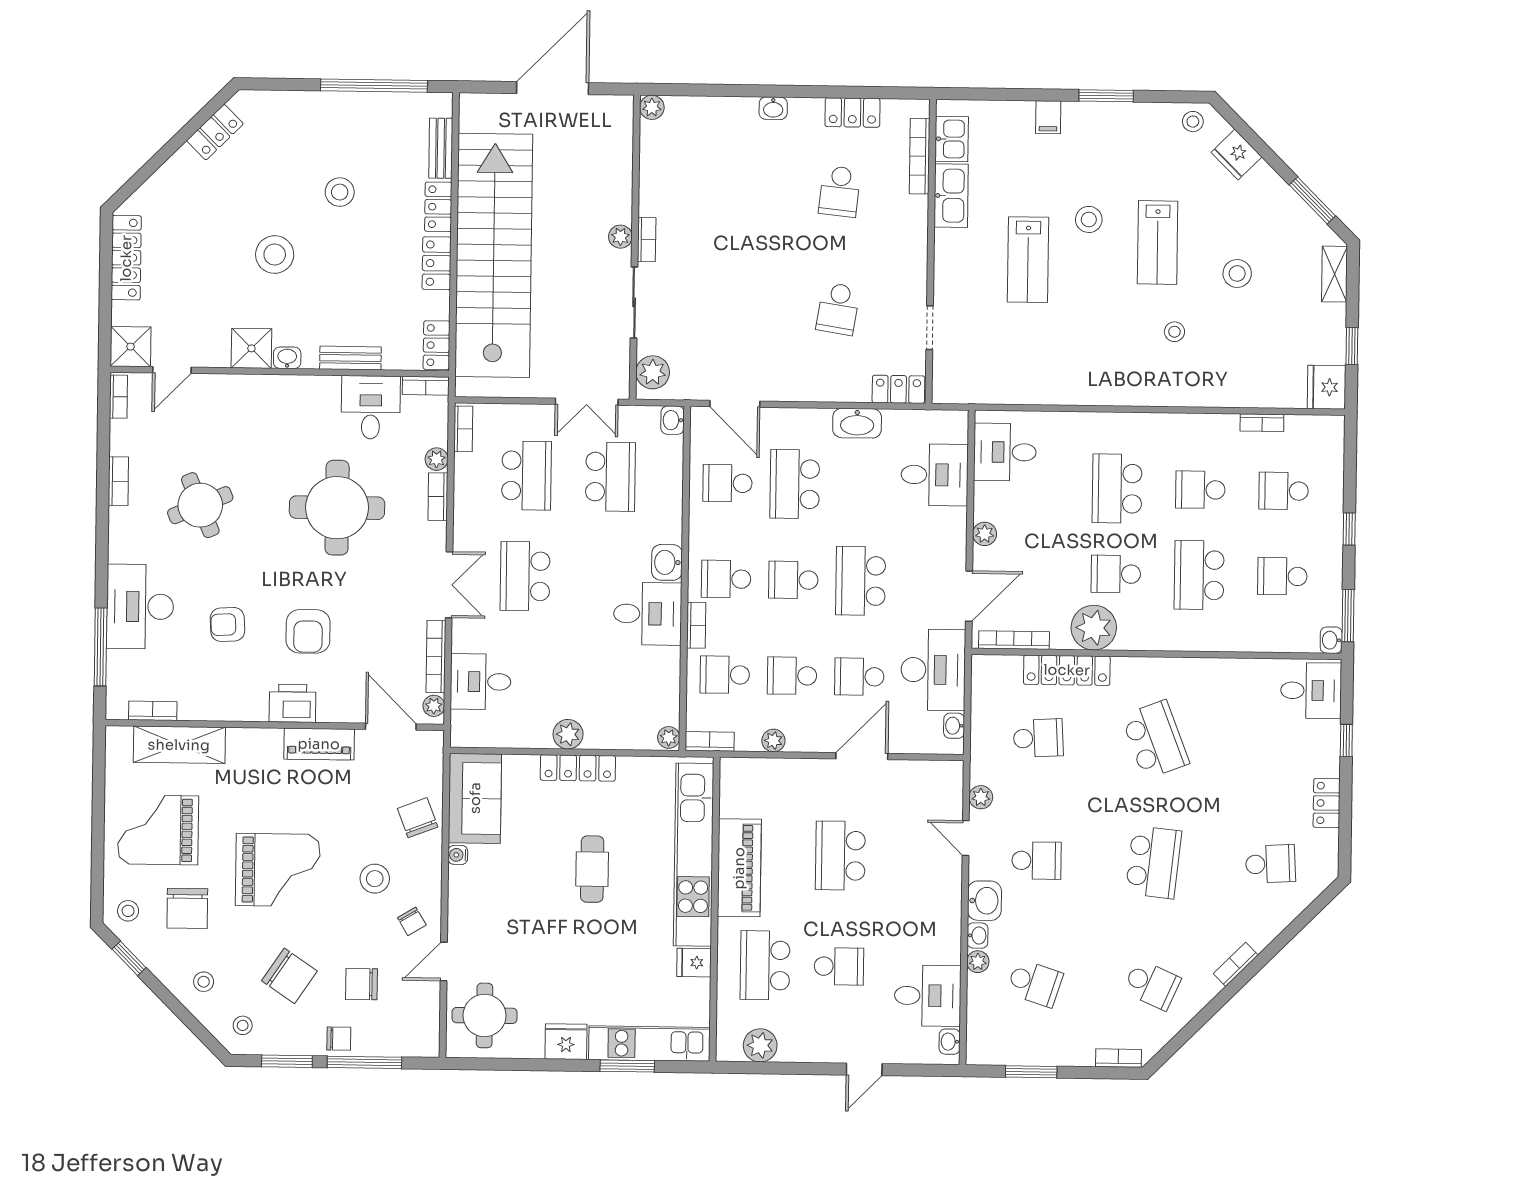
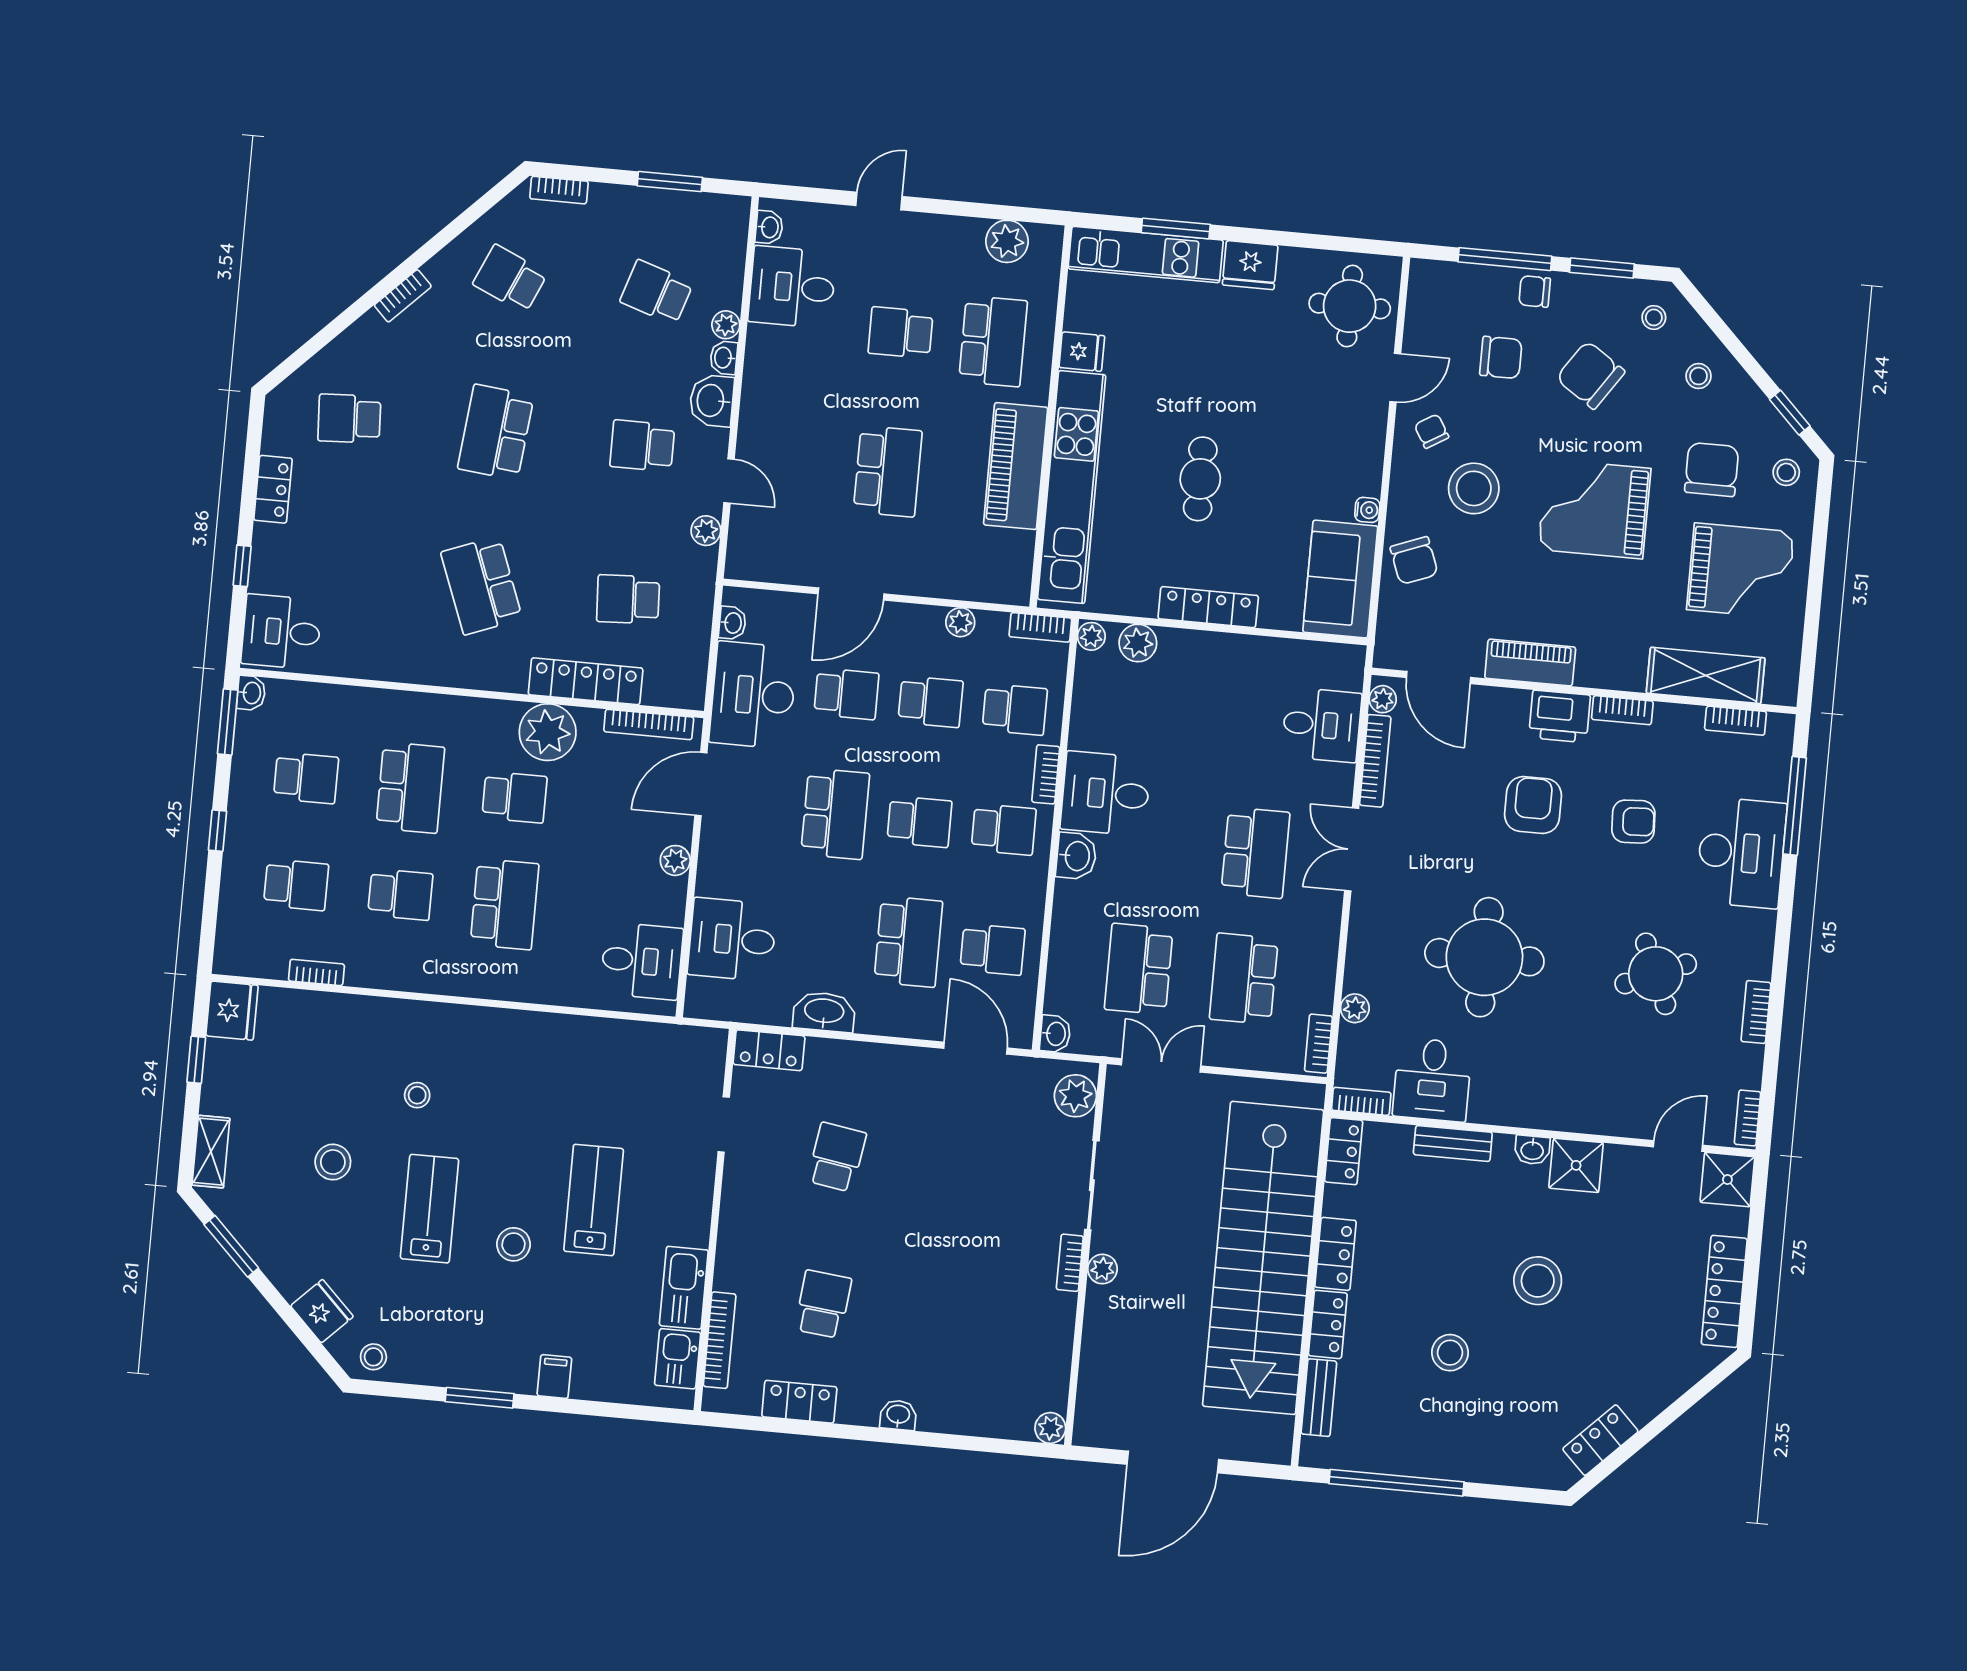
bookcase: (438, 497) -> (1622, 710), moved, turned 90
plant: (568, 734) -> (1138, 643), moved
stool: (375, 879) -> (1474, 488), width x1.38, depth x1.38

